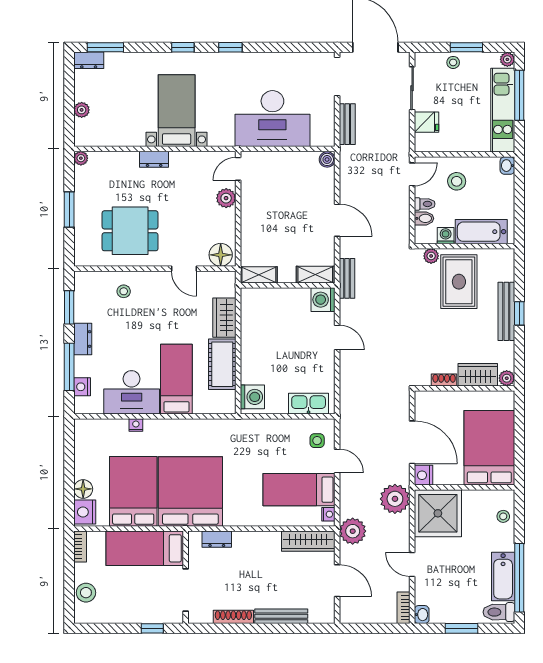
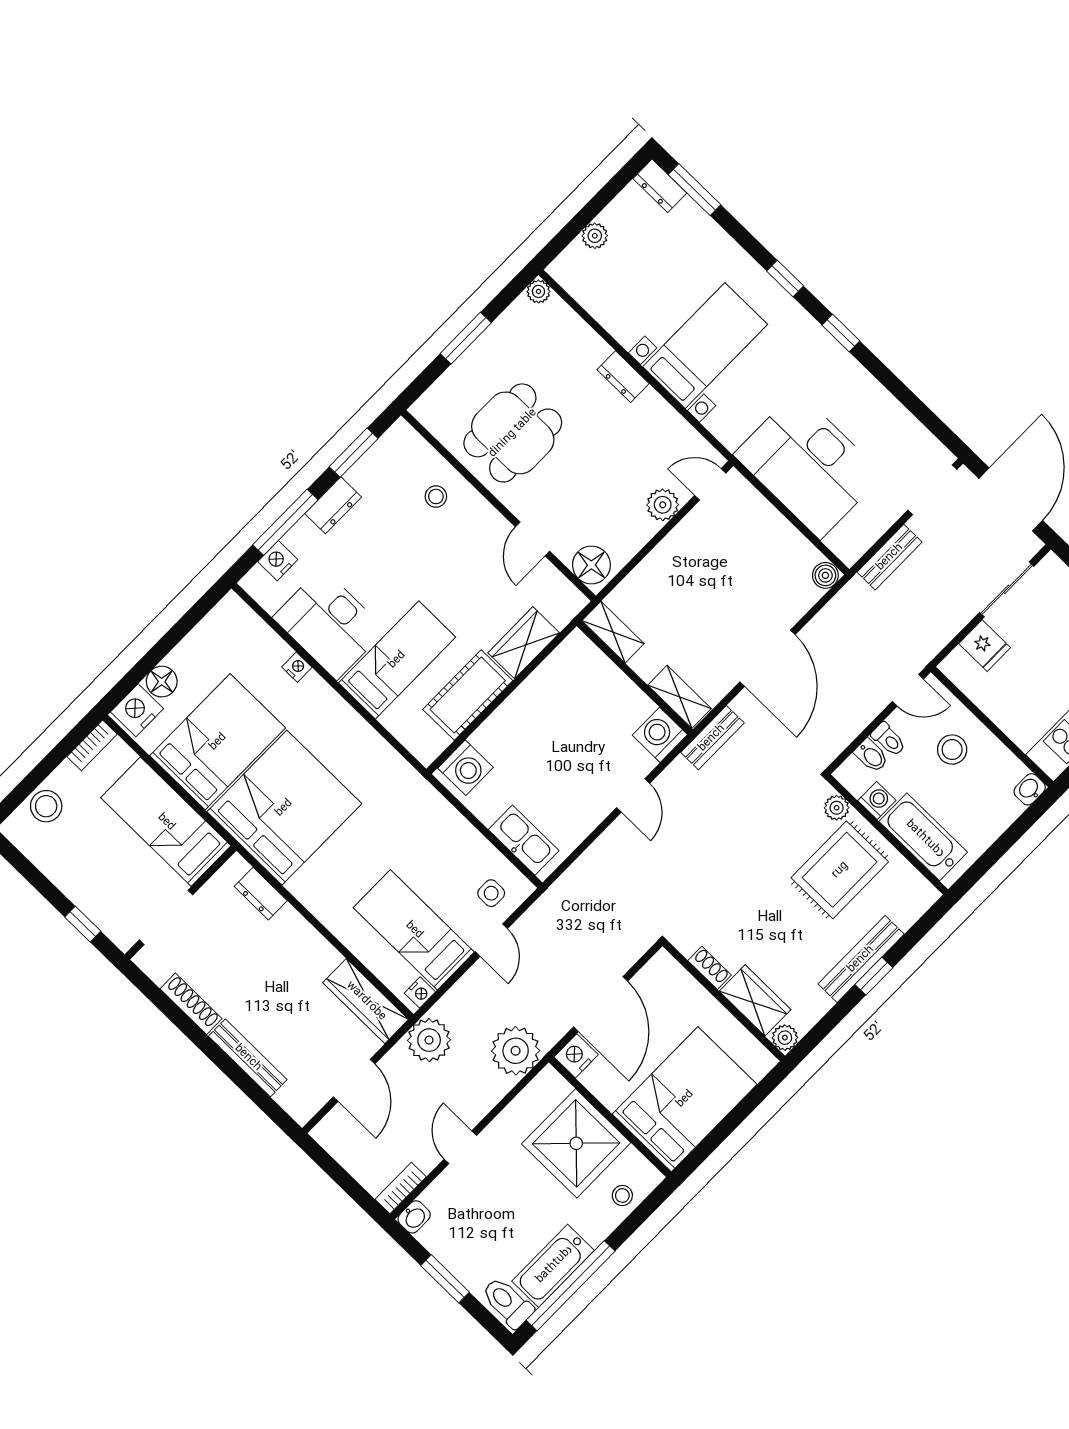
door: (337, 220) -> (767, 658), width x1.36
dining table: (130, 231) -> (513, 433), turned 90
shower: (438, 513) -> (576, 1143), moved

